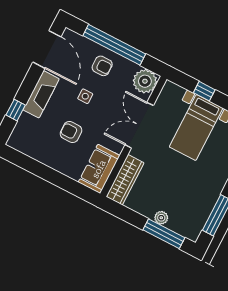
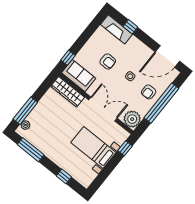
window: (204, 91) -> (125, 148), moved
fireplace: (41, 94) -> (116, 29), moved
armchair: (71, 132) -> (108, 62), turned 90
window: (77, 189) -> (68, 58), added
plant: (161, 218) -> (25, 125), moved

